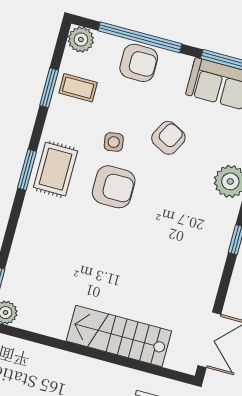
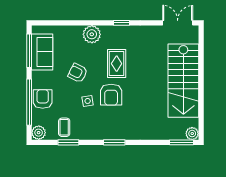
rug: (55, 169) -> (117, 64), moved, turned 90
armchair: (114, 187) -> (111, 95), turned 180
stairs: (119, 336) -> (183, 81), width x1.36, depth x1.51

